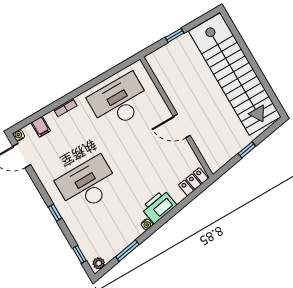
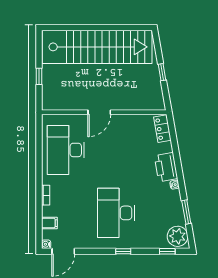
door: (182, 126) -> (99, 112), moved
plant: (99, 263) -> (178, 236), width x1.87, depth x1.87

